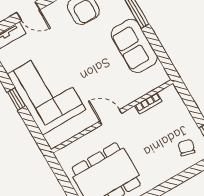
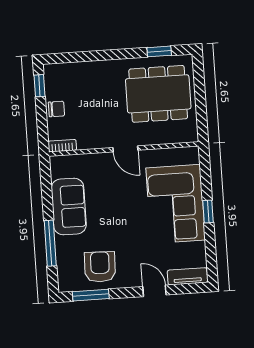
bookcase: (148, 103) -> (62, 146), moved
chair: (186, 148) -> (57, 109), moved, turned -105

